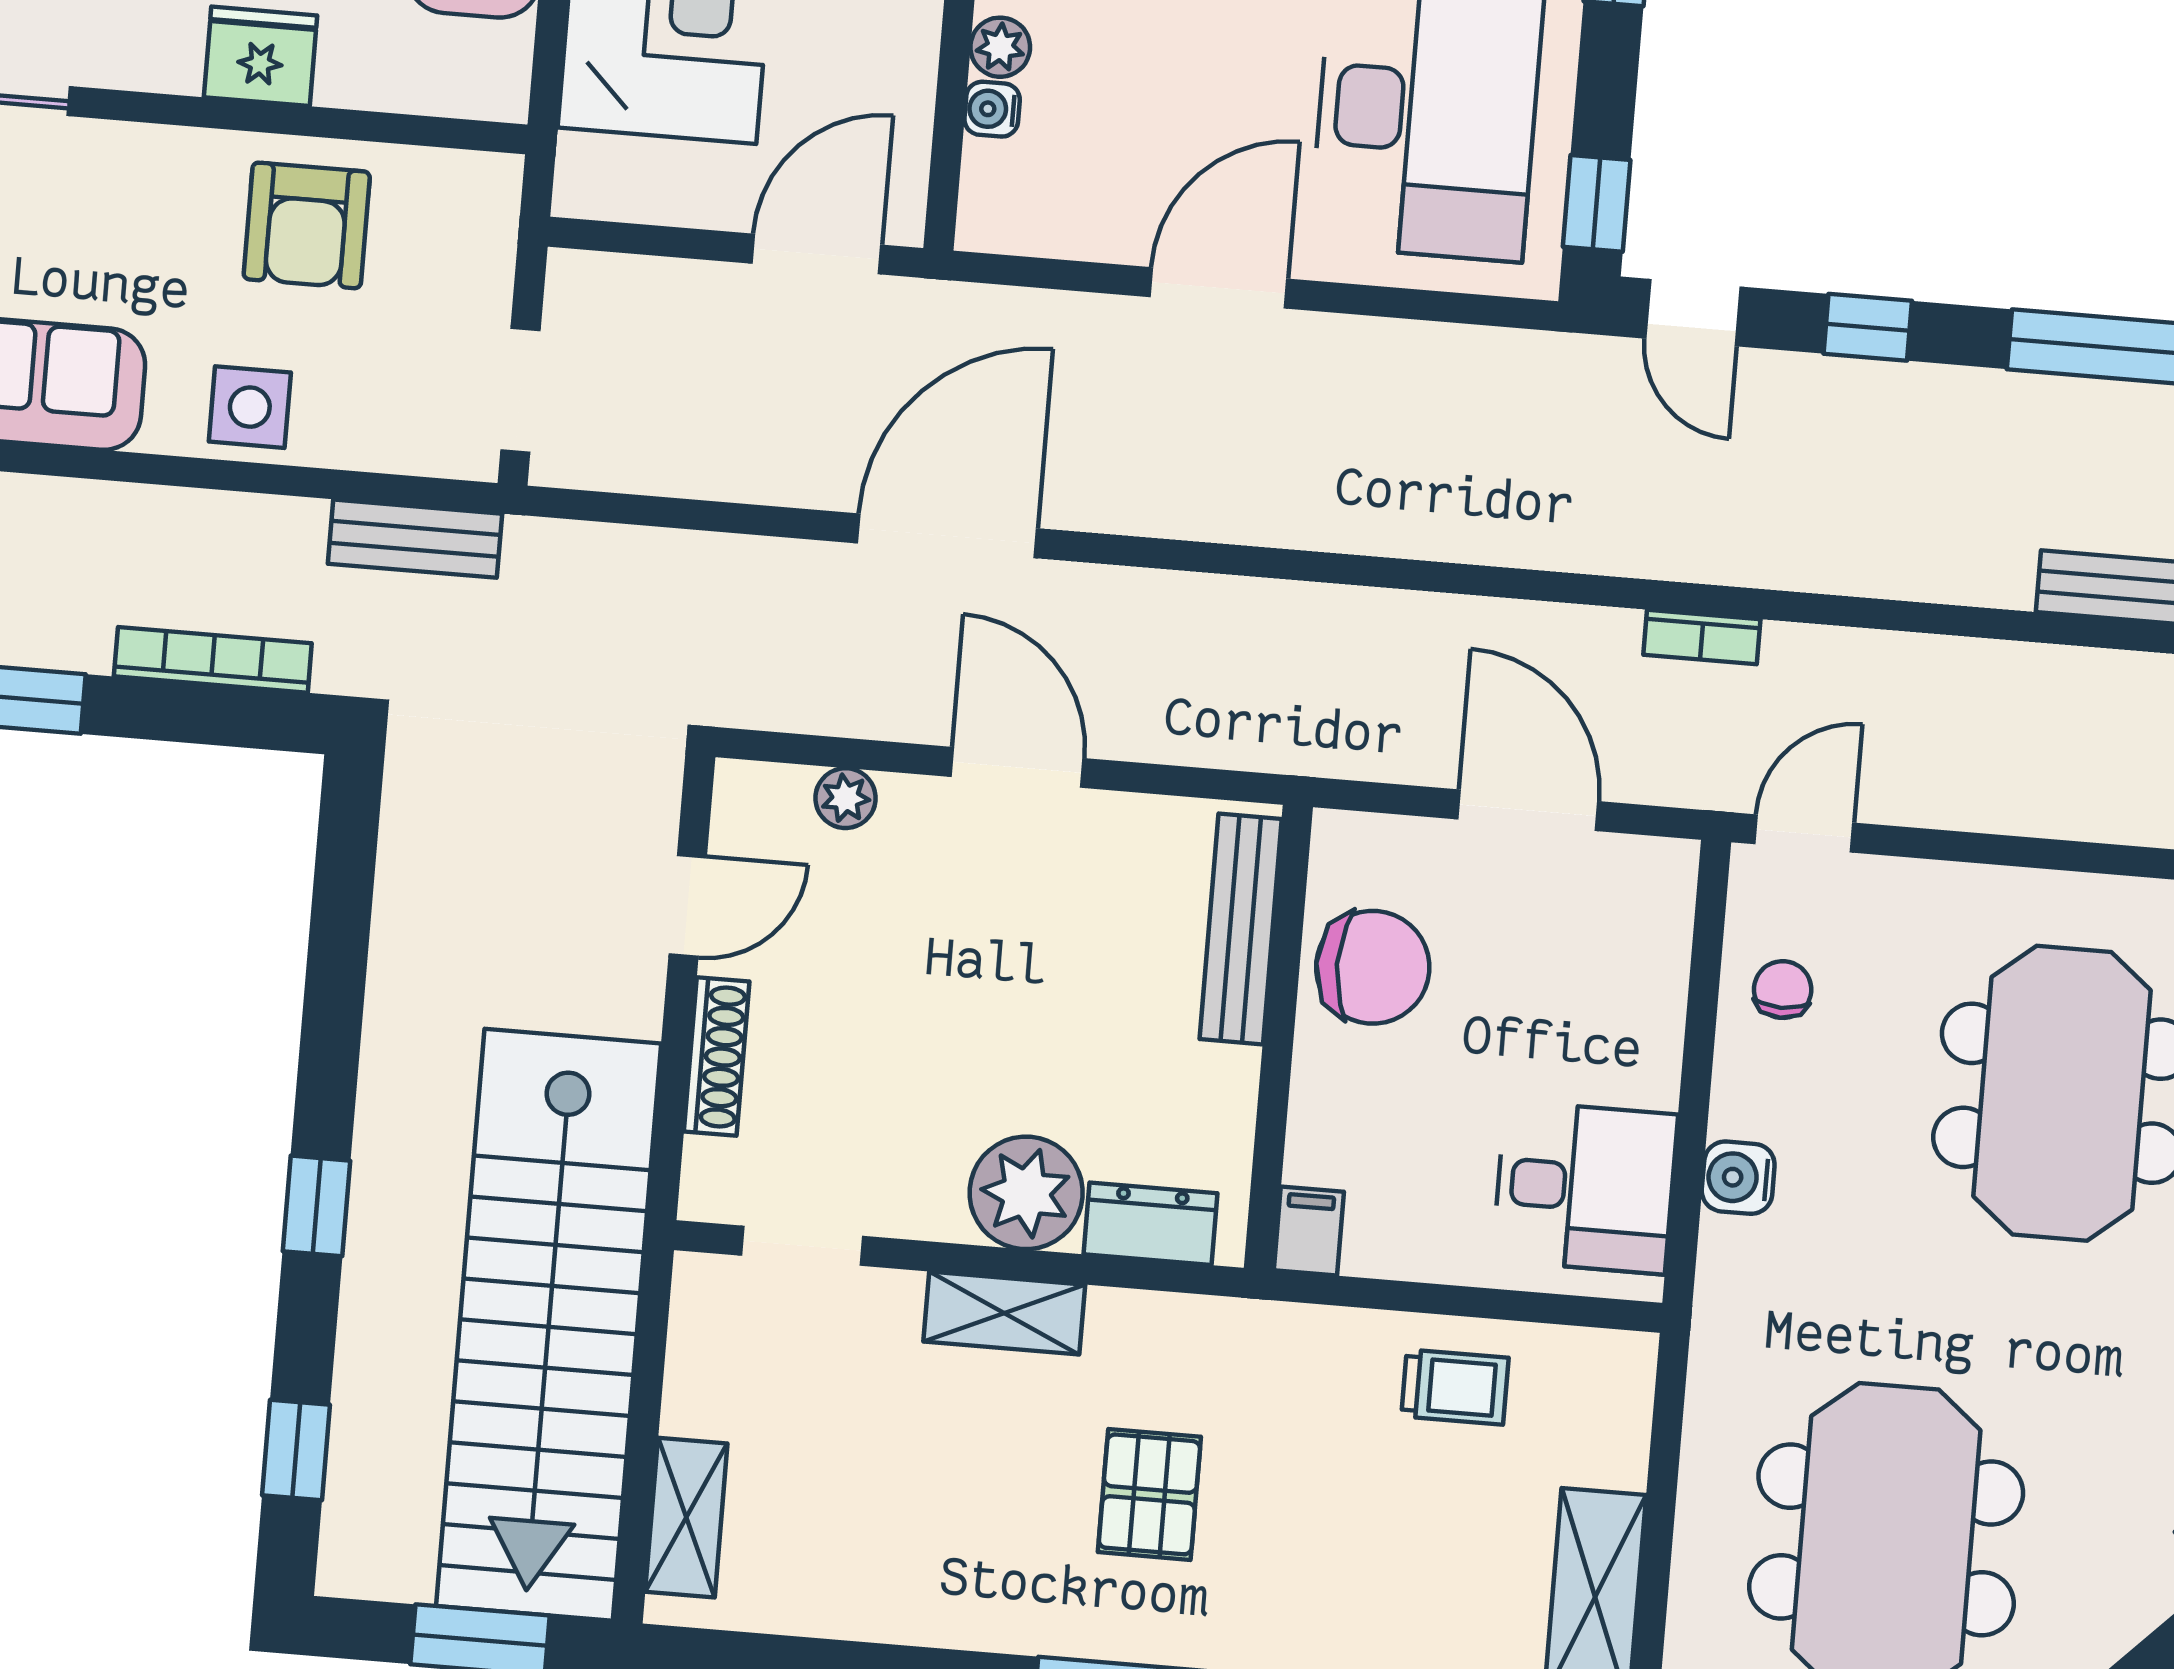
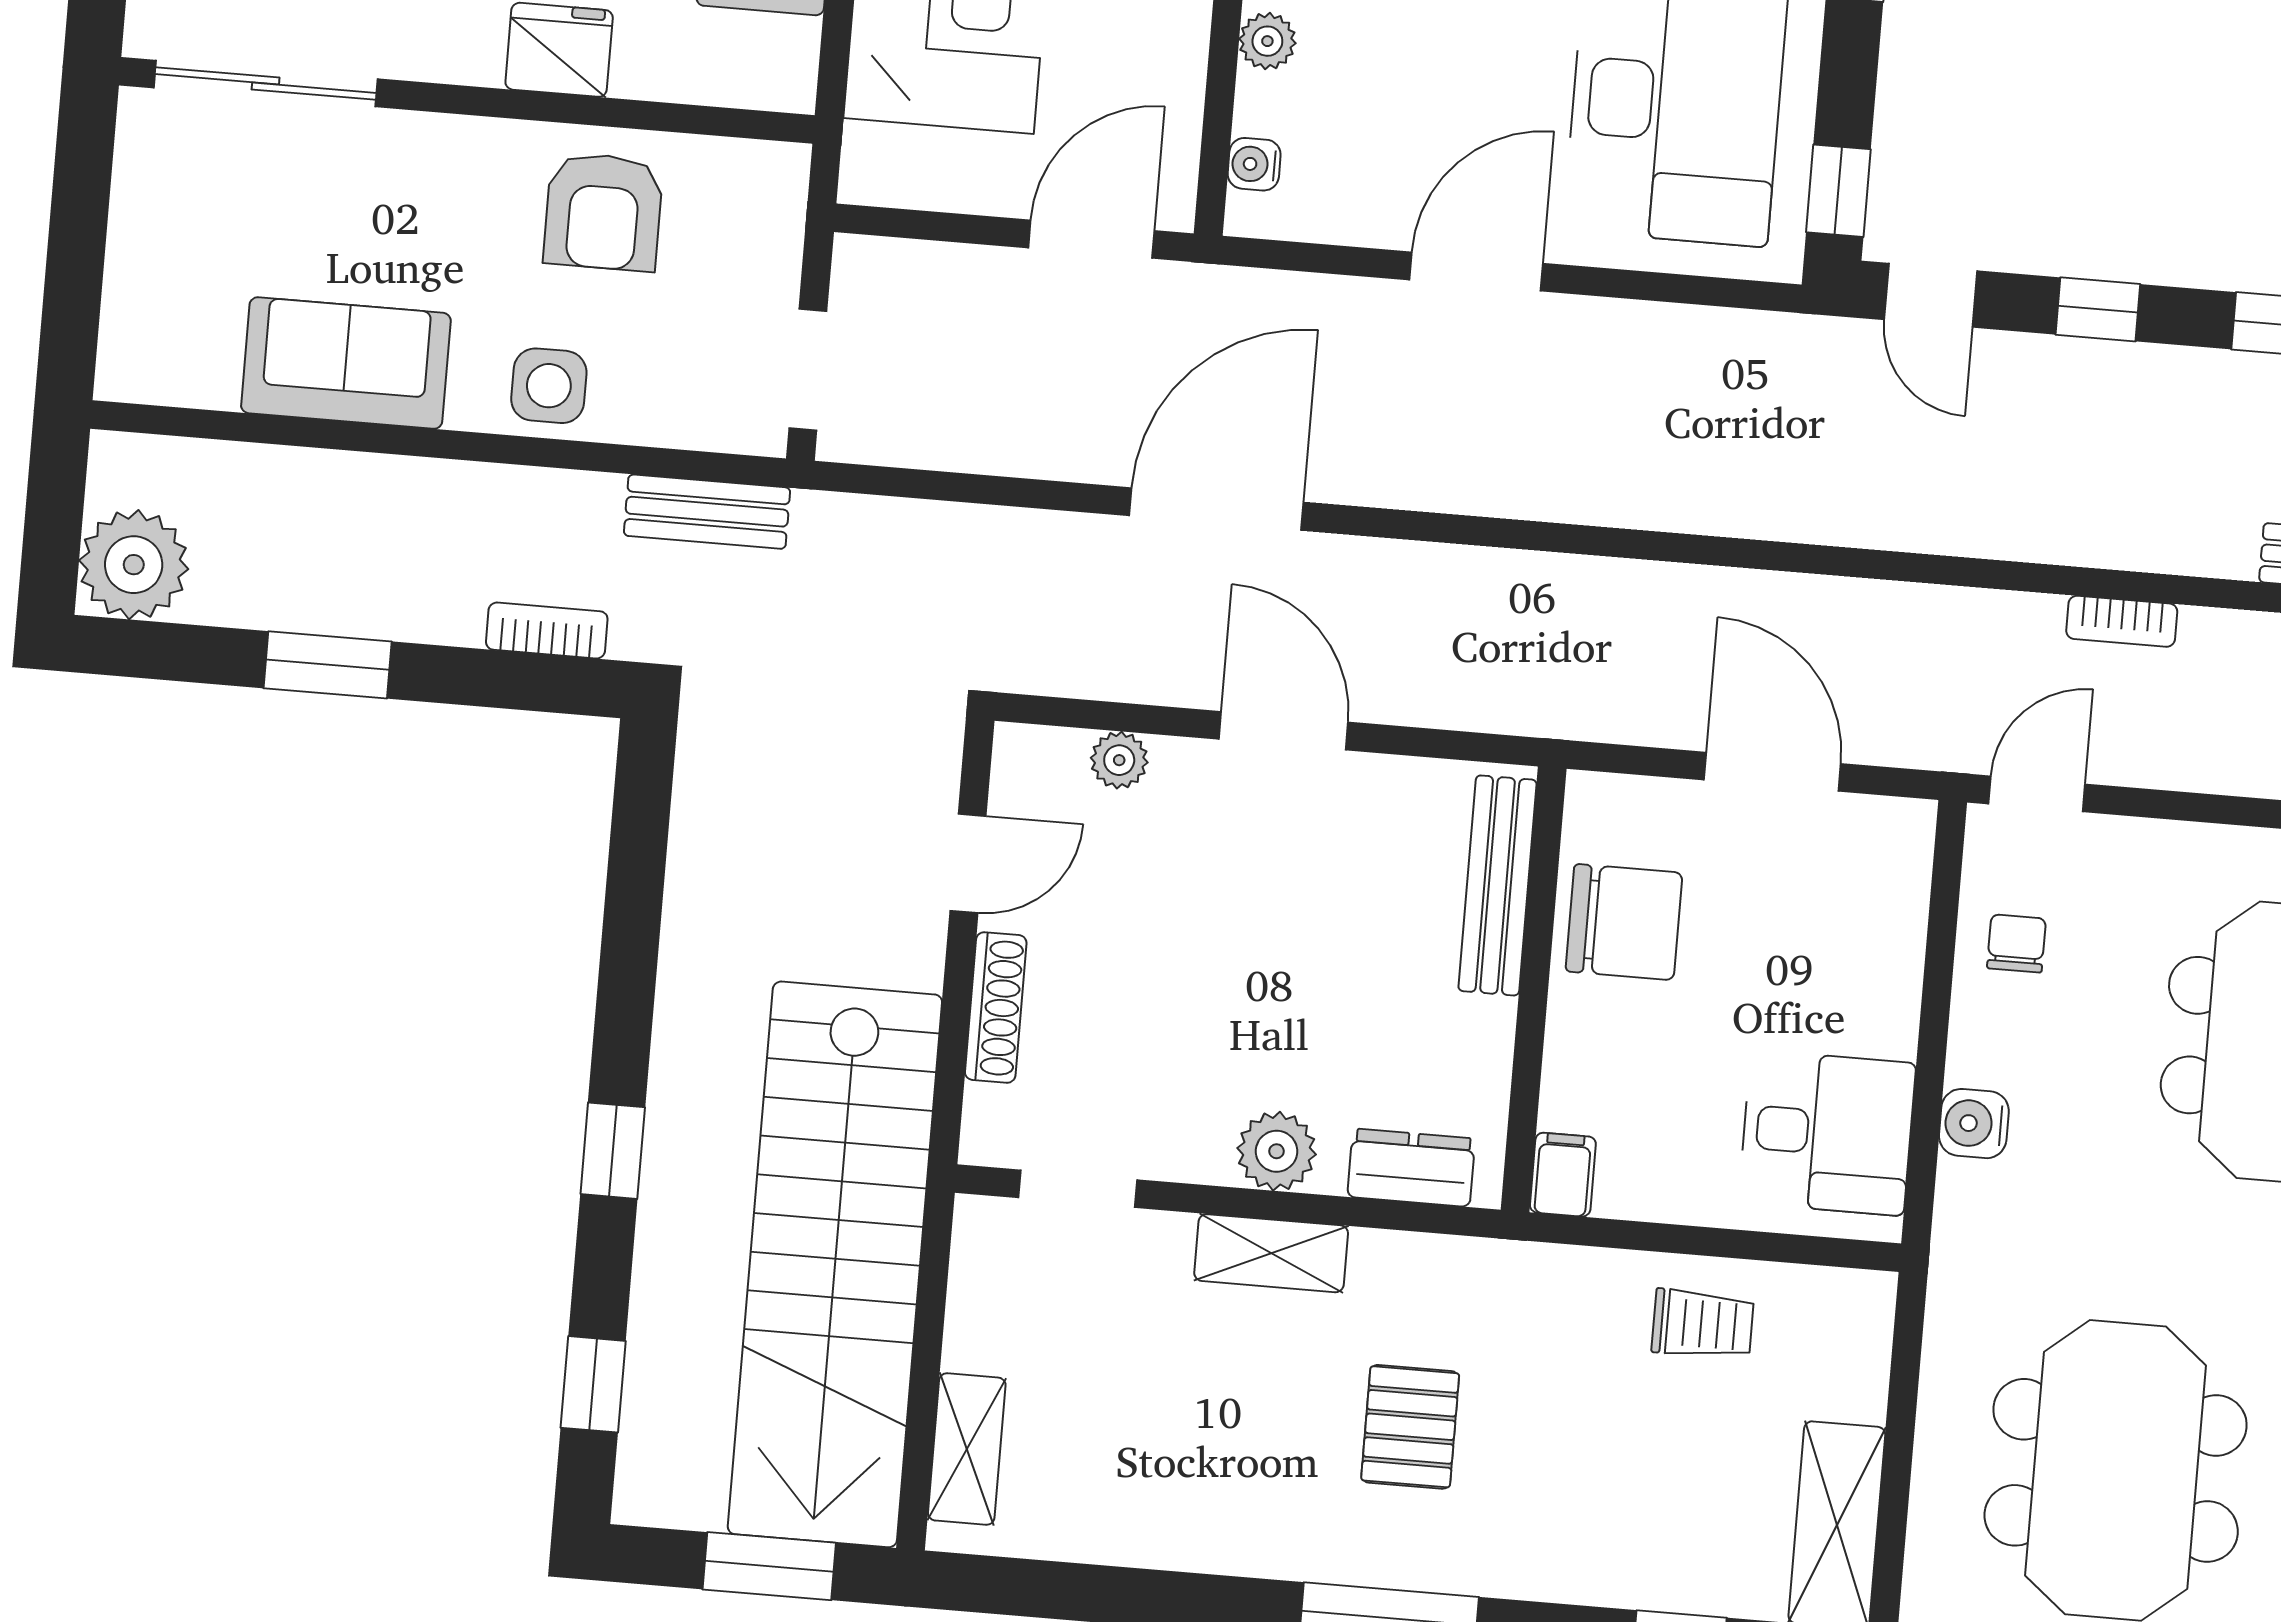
water cooler: (992, 109) -> (1254, 164), moved
bookcase: (1702, 637) -> (2122, 621), moved
bookcase: (213, 660) -> (547, 631), width x0.64
plant: (1026, 1193) -> (1277, 1151), width x0.73, depth x0.73

